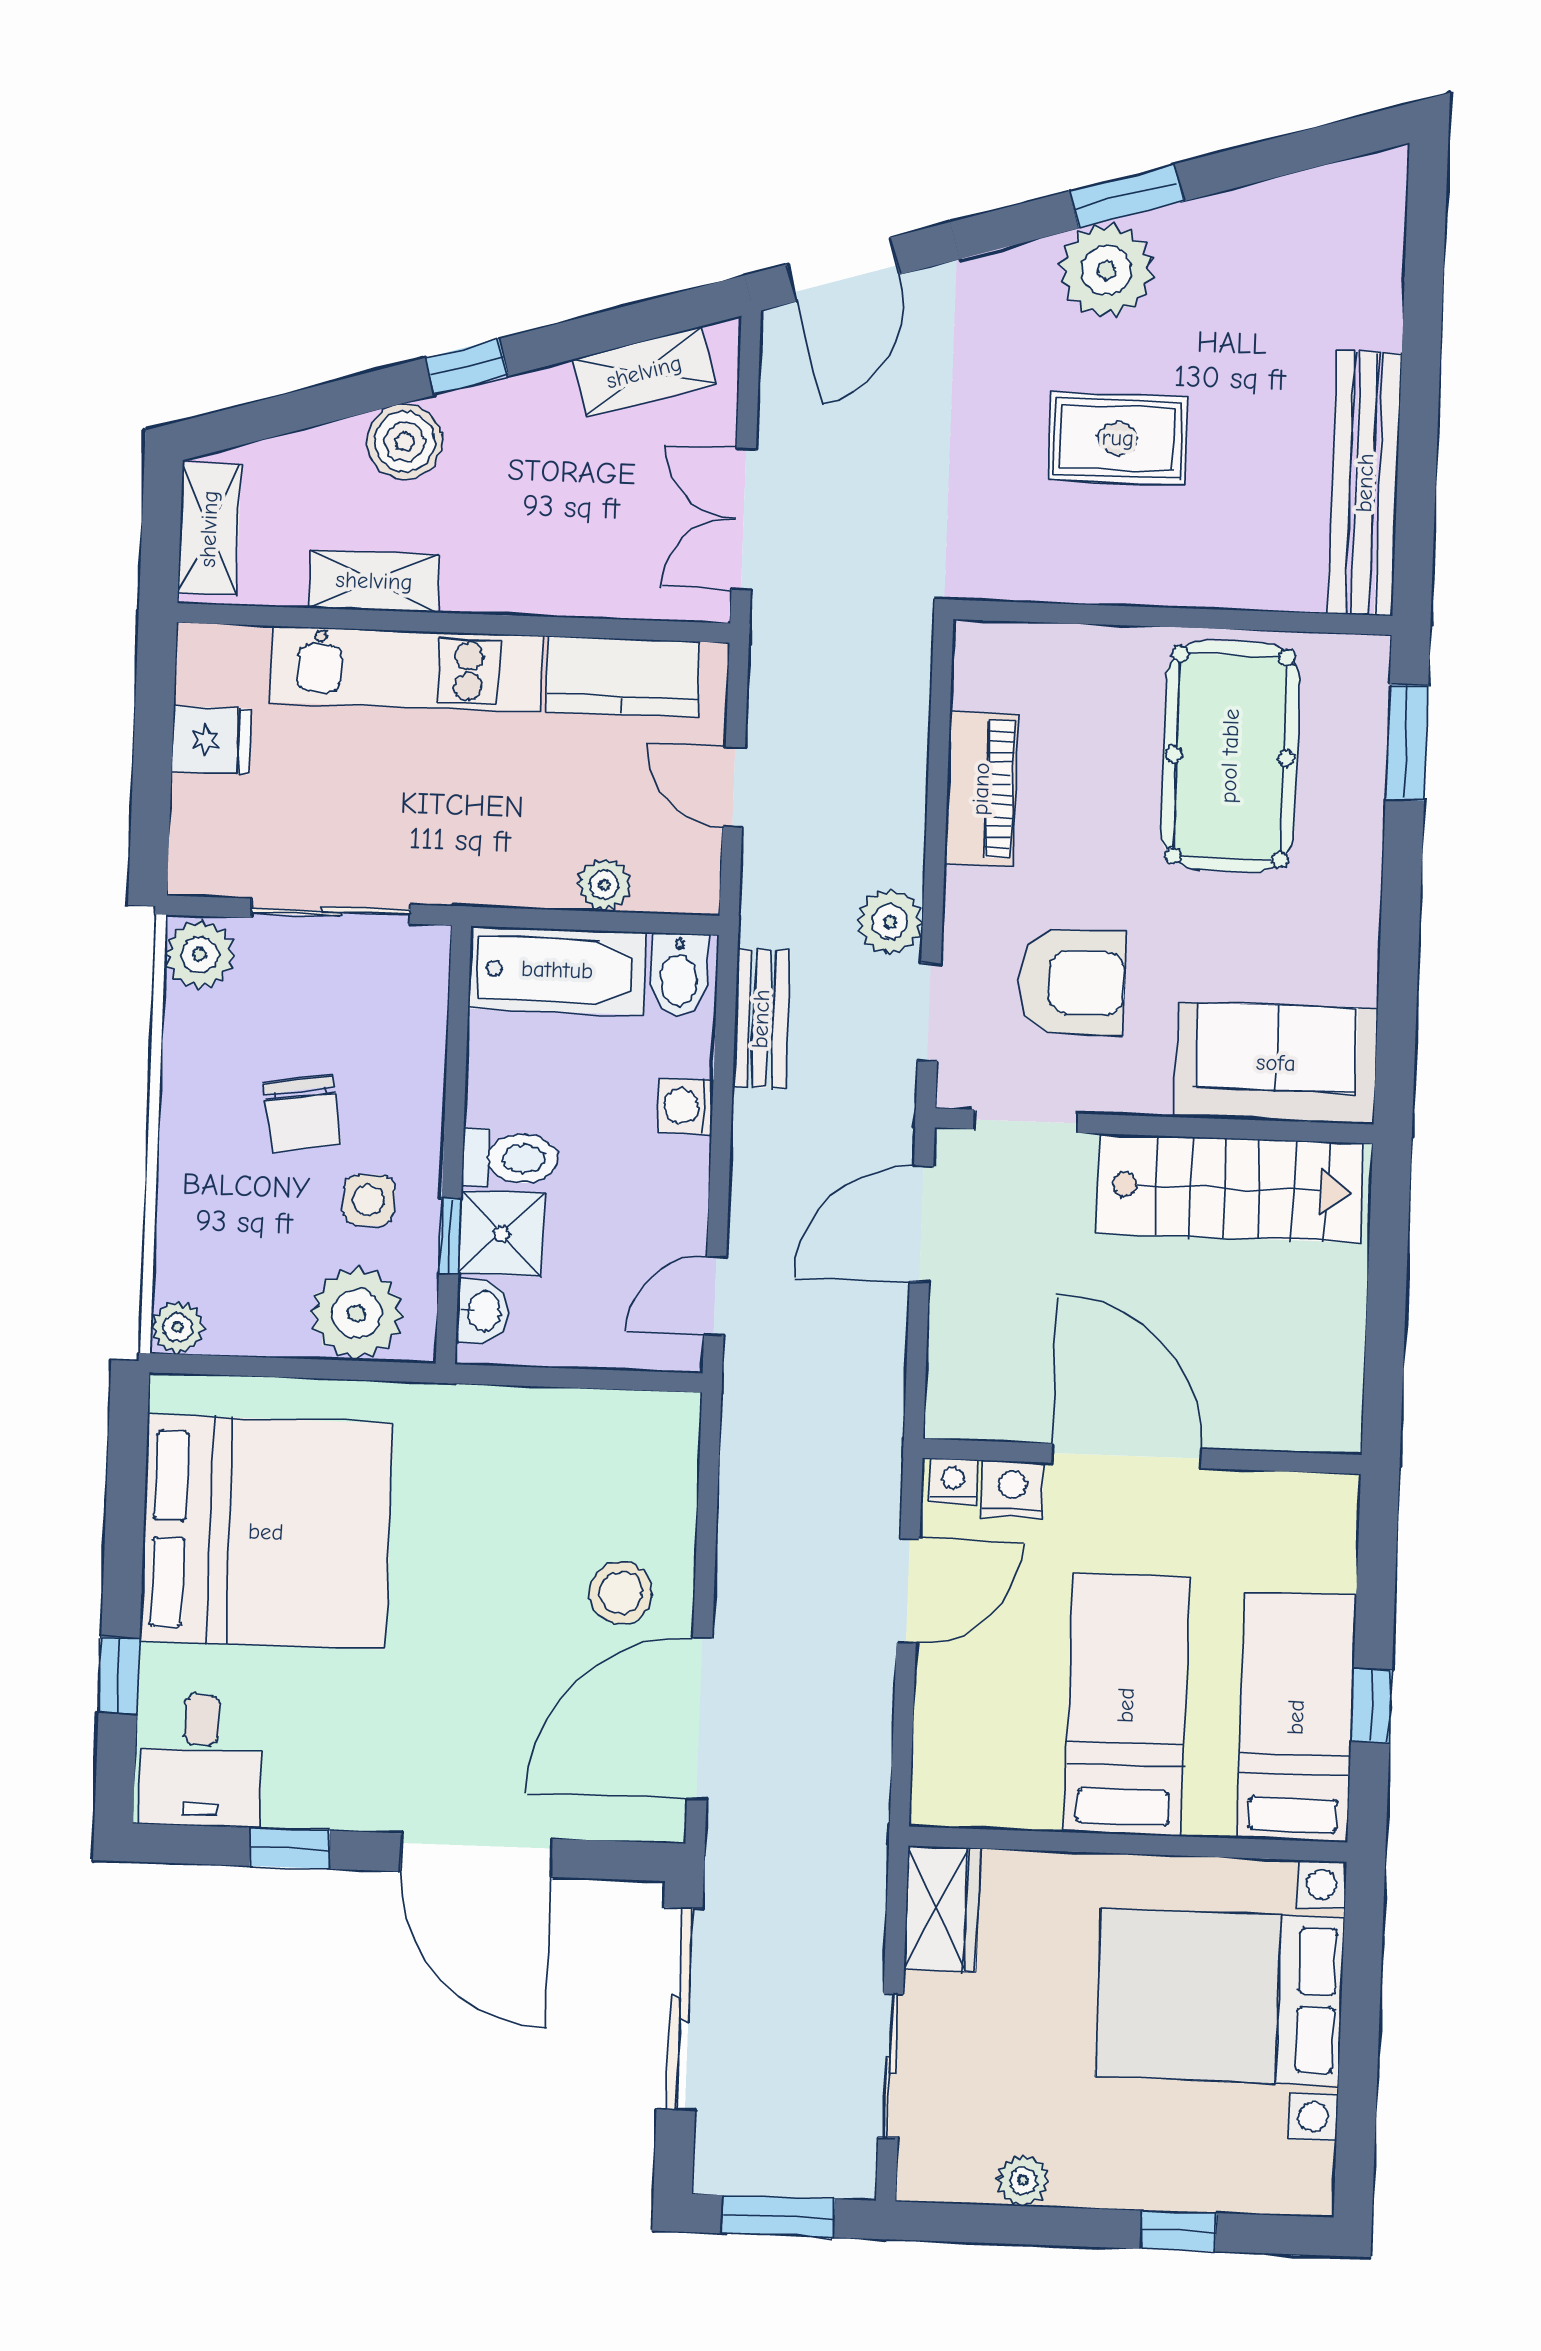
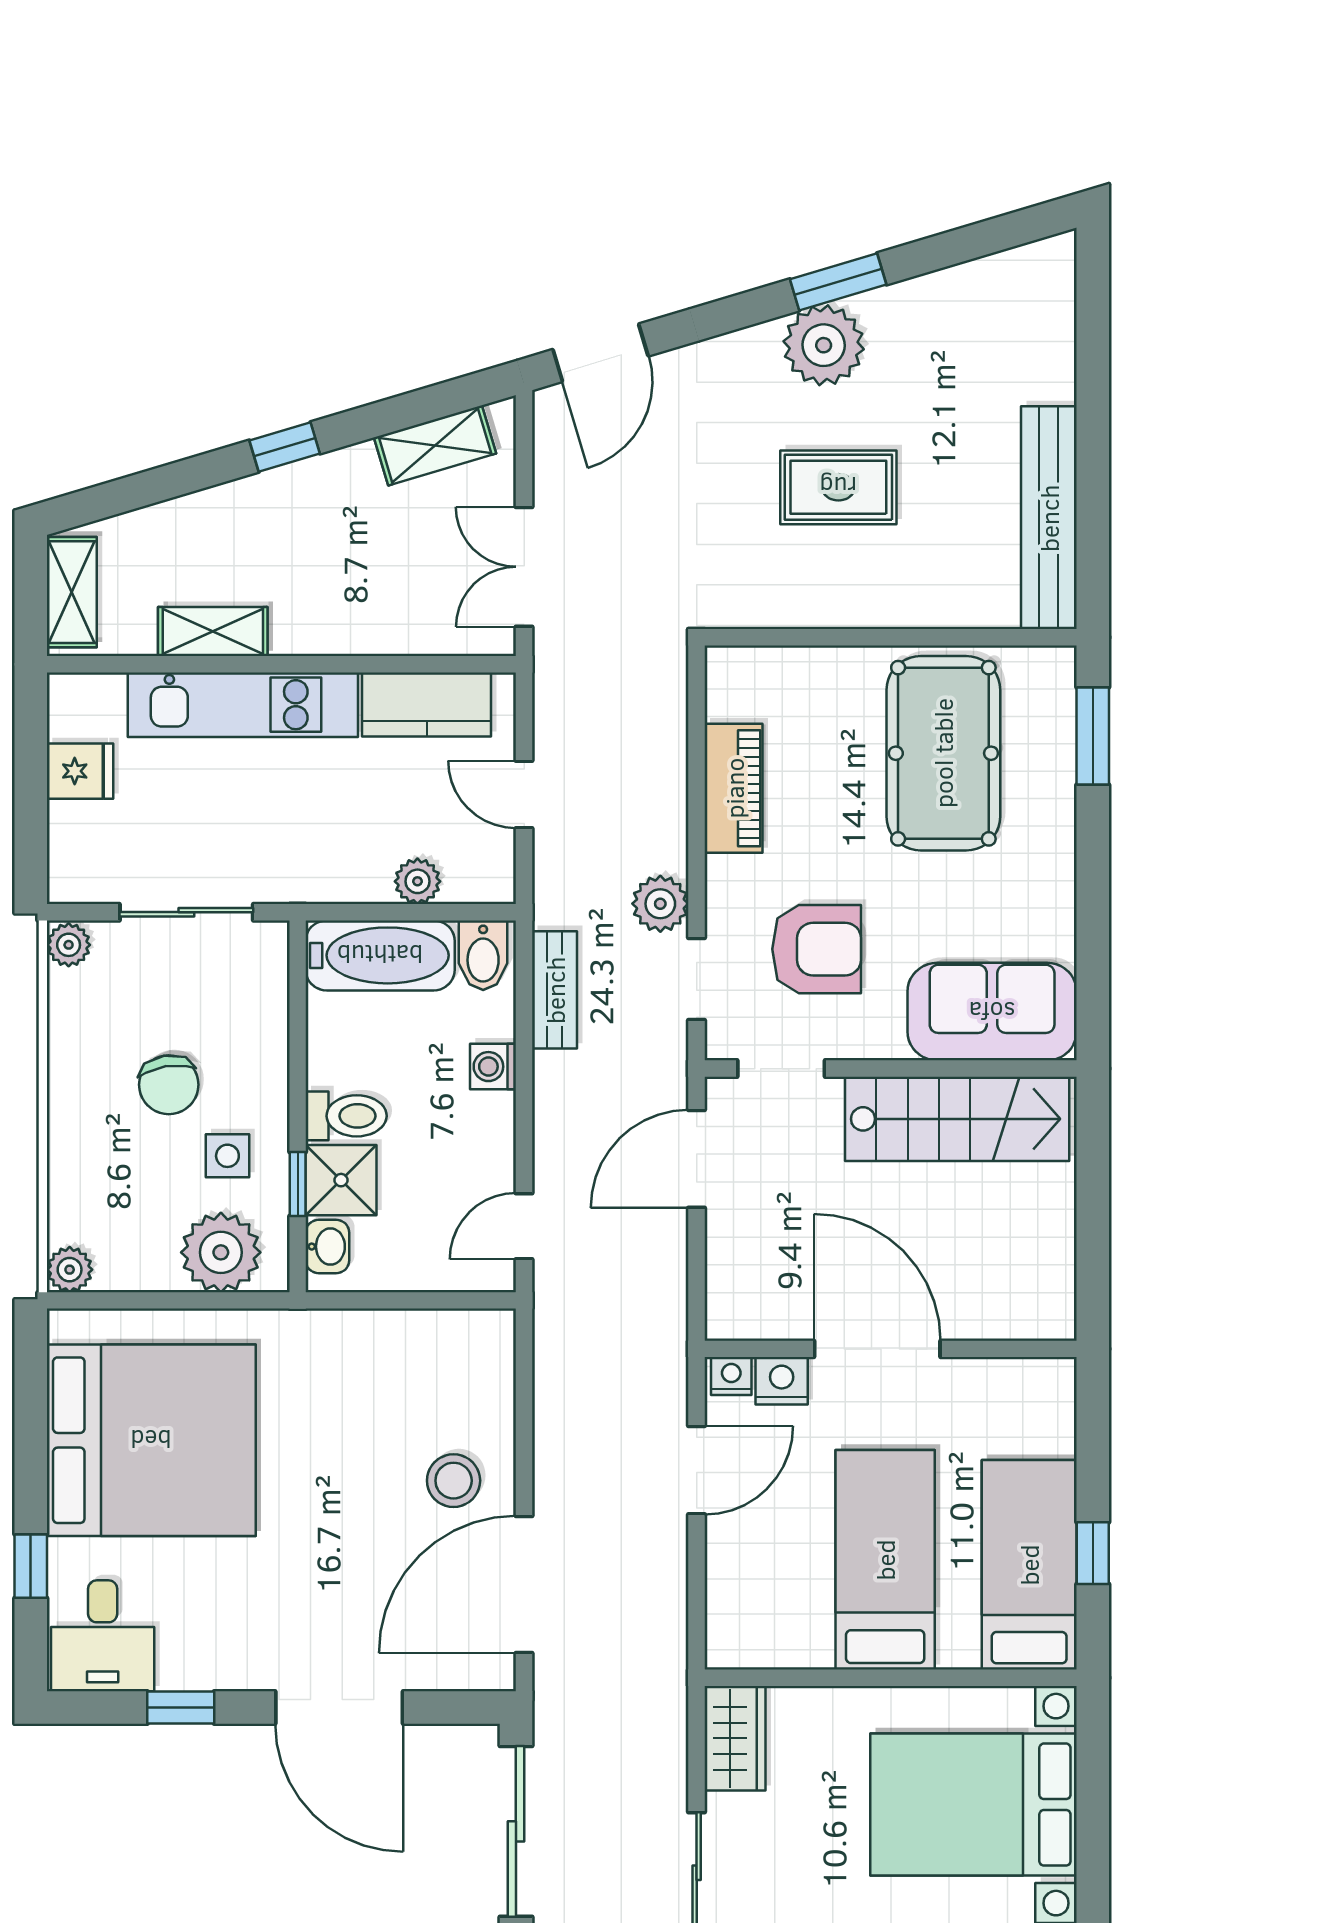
boiler: (405, 442) -> (234, 512), removed
plant: (200, 954) -> (69, 945), width x0.73, depth x0.73

